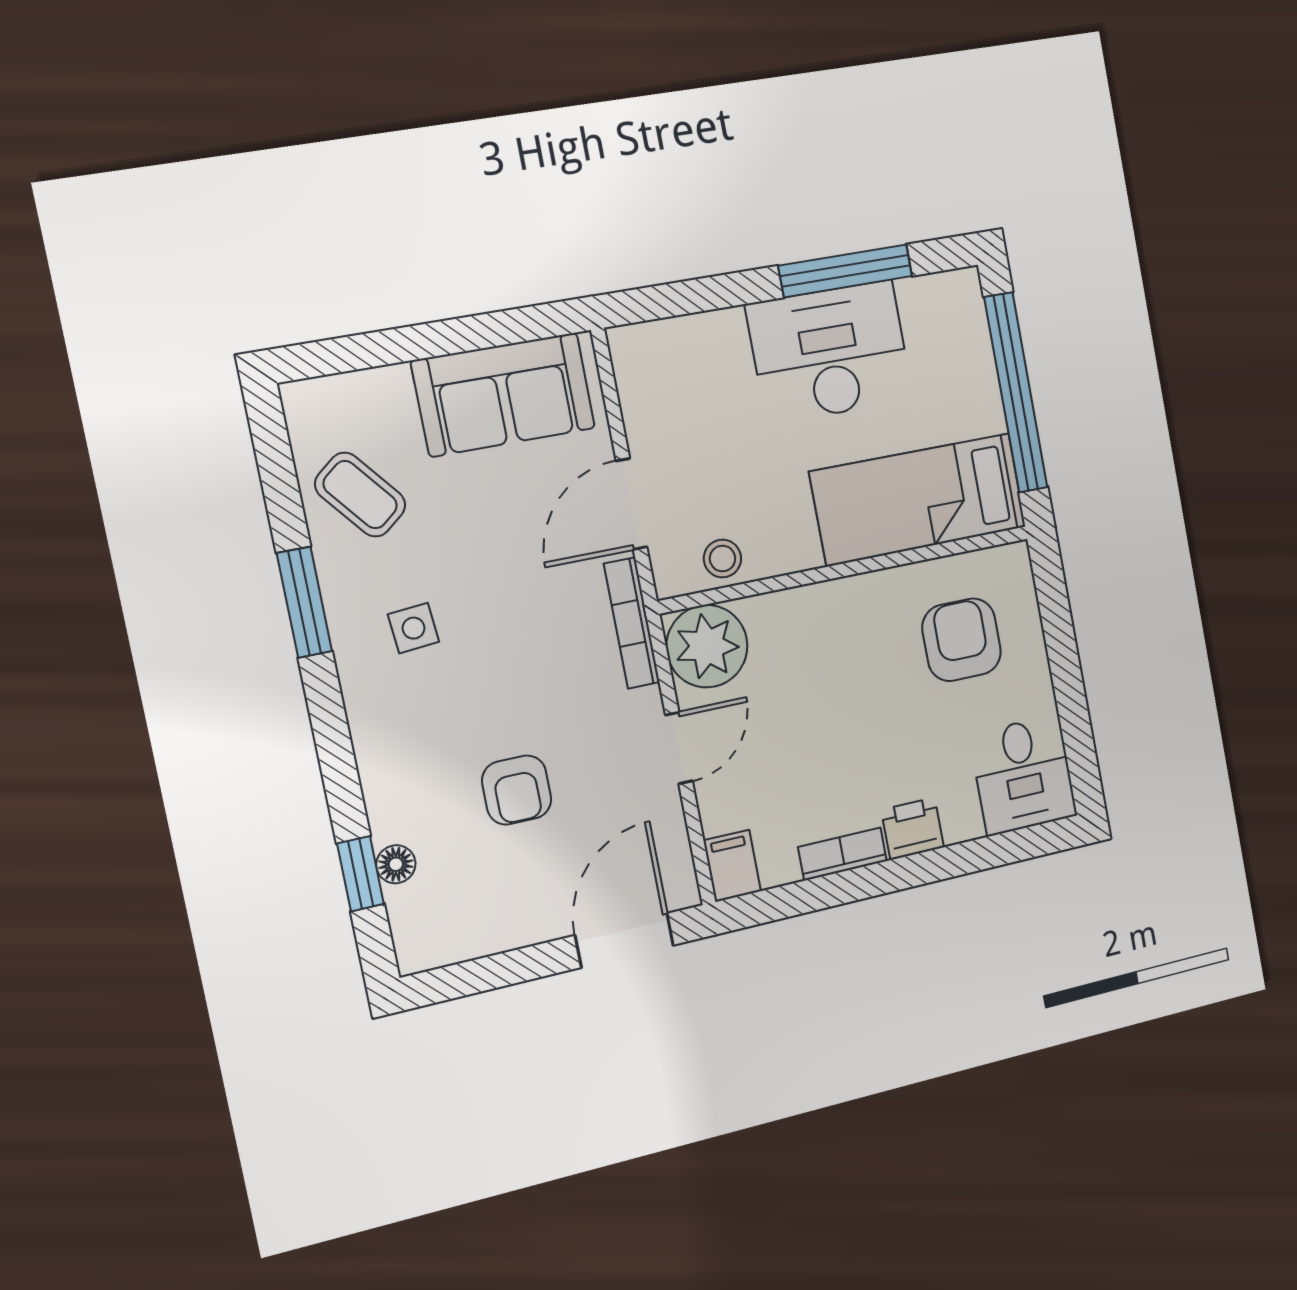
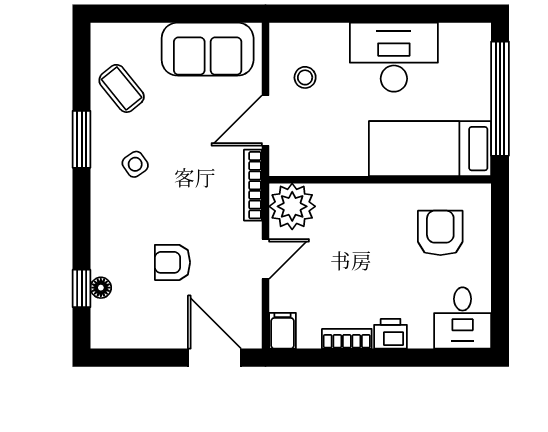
window: (846, 271) -> (412, 14), removed
stool: (722, 559) -> (305, 77), moved
side table: (414, 628) -> (135, 164), turned -30
armchair: (517, 790) -> (172, 262), turned 90
door: (624, 940) -> (215, 358), hinge flipped

